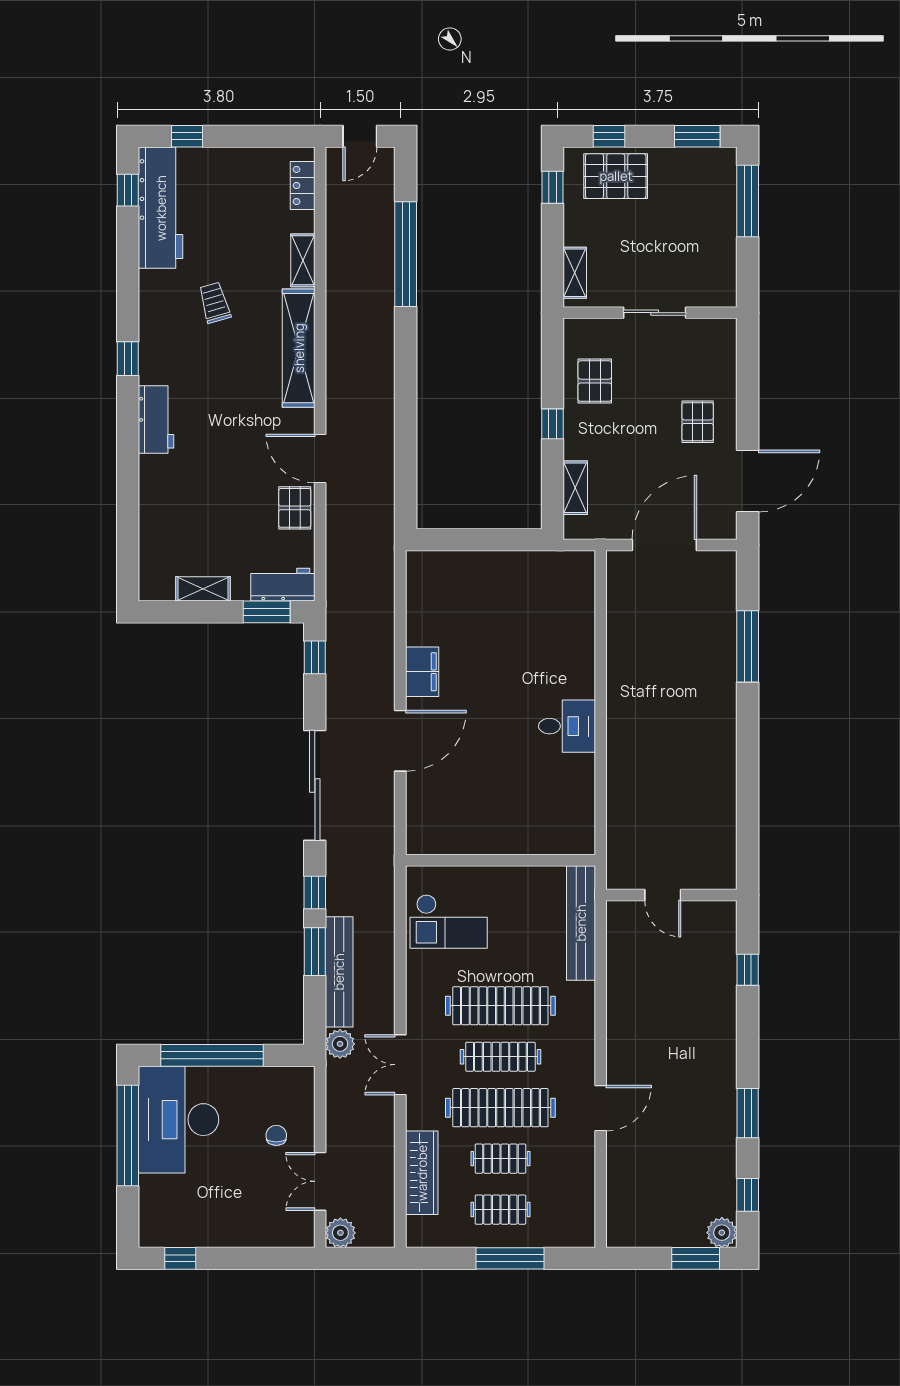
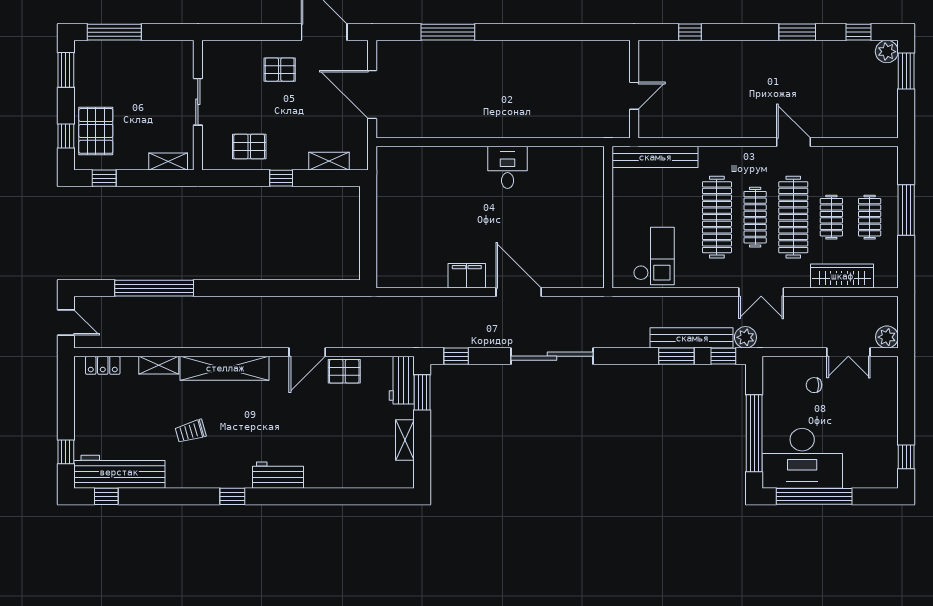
window: (315, 893) -> (723, 356), moved

